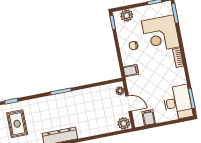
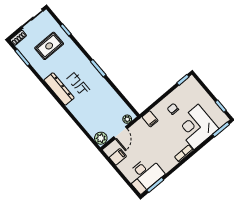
plant: (127, 15) -> (196, 89), removed

